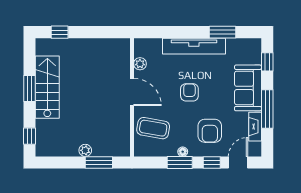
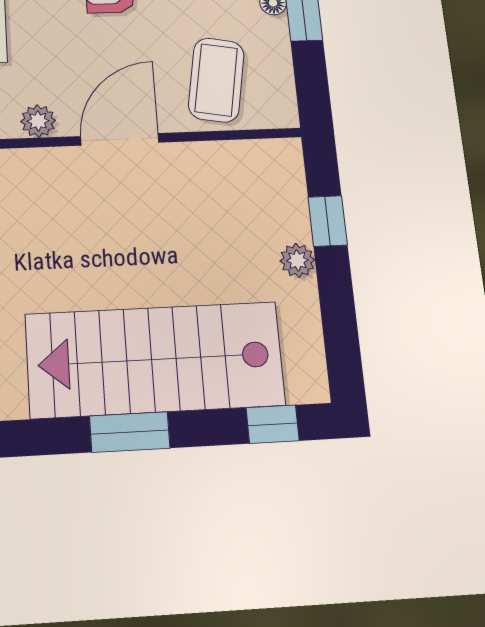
stairs: (47, 87) -> (155, 360), width x1.36, depth x1.51
window: (99, 163) -> (328, 221), width x0.67

